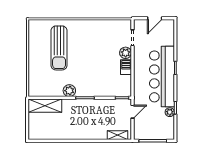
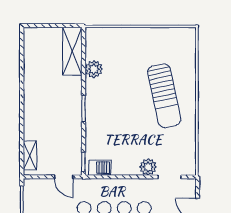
sun lounger: (59, 48) -> (164, 96), moved, turned -102
barbecue: (126, 67) -> (100, 168), moved
plant: (69, 91) -> (94, 69), moved

